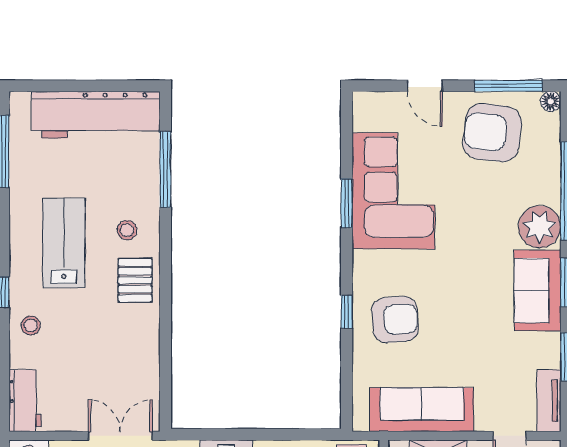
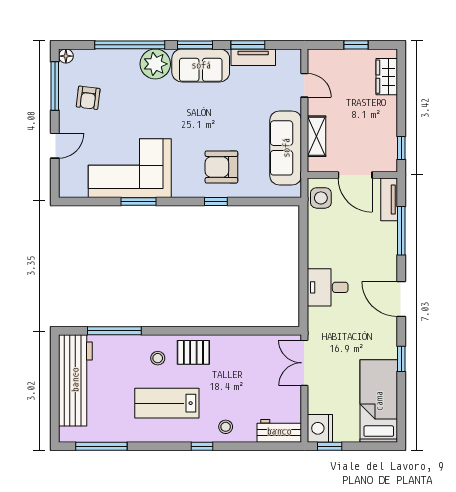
armchair: (492, 133) -> (88, 98), width x0.53, depth x0.53
armchair: (395, 319) -> (221, 167), turned -86
tv unit: (549, 401) -> (253, 57), moved

